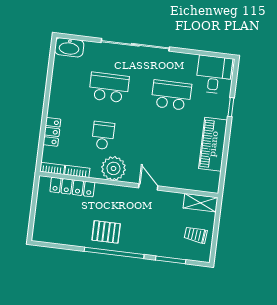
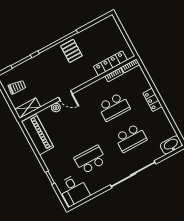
school desk: (171, 95) -> (90, 160), turned 180
locker: (52, 132) -> (153, 100), moved
school desk: (103, 135) -> (114, 107), width x1.85
piano: (213, 144) -> (38, 134), moved
plant: (113, 168) -> (56, 108), moved, width x0.53, depth x0.53
pallet: (106, 232) -> (71, 51), turned 90

